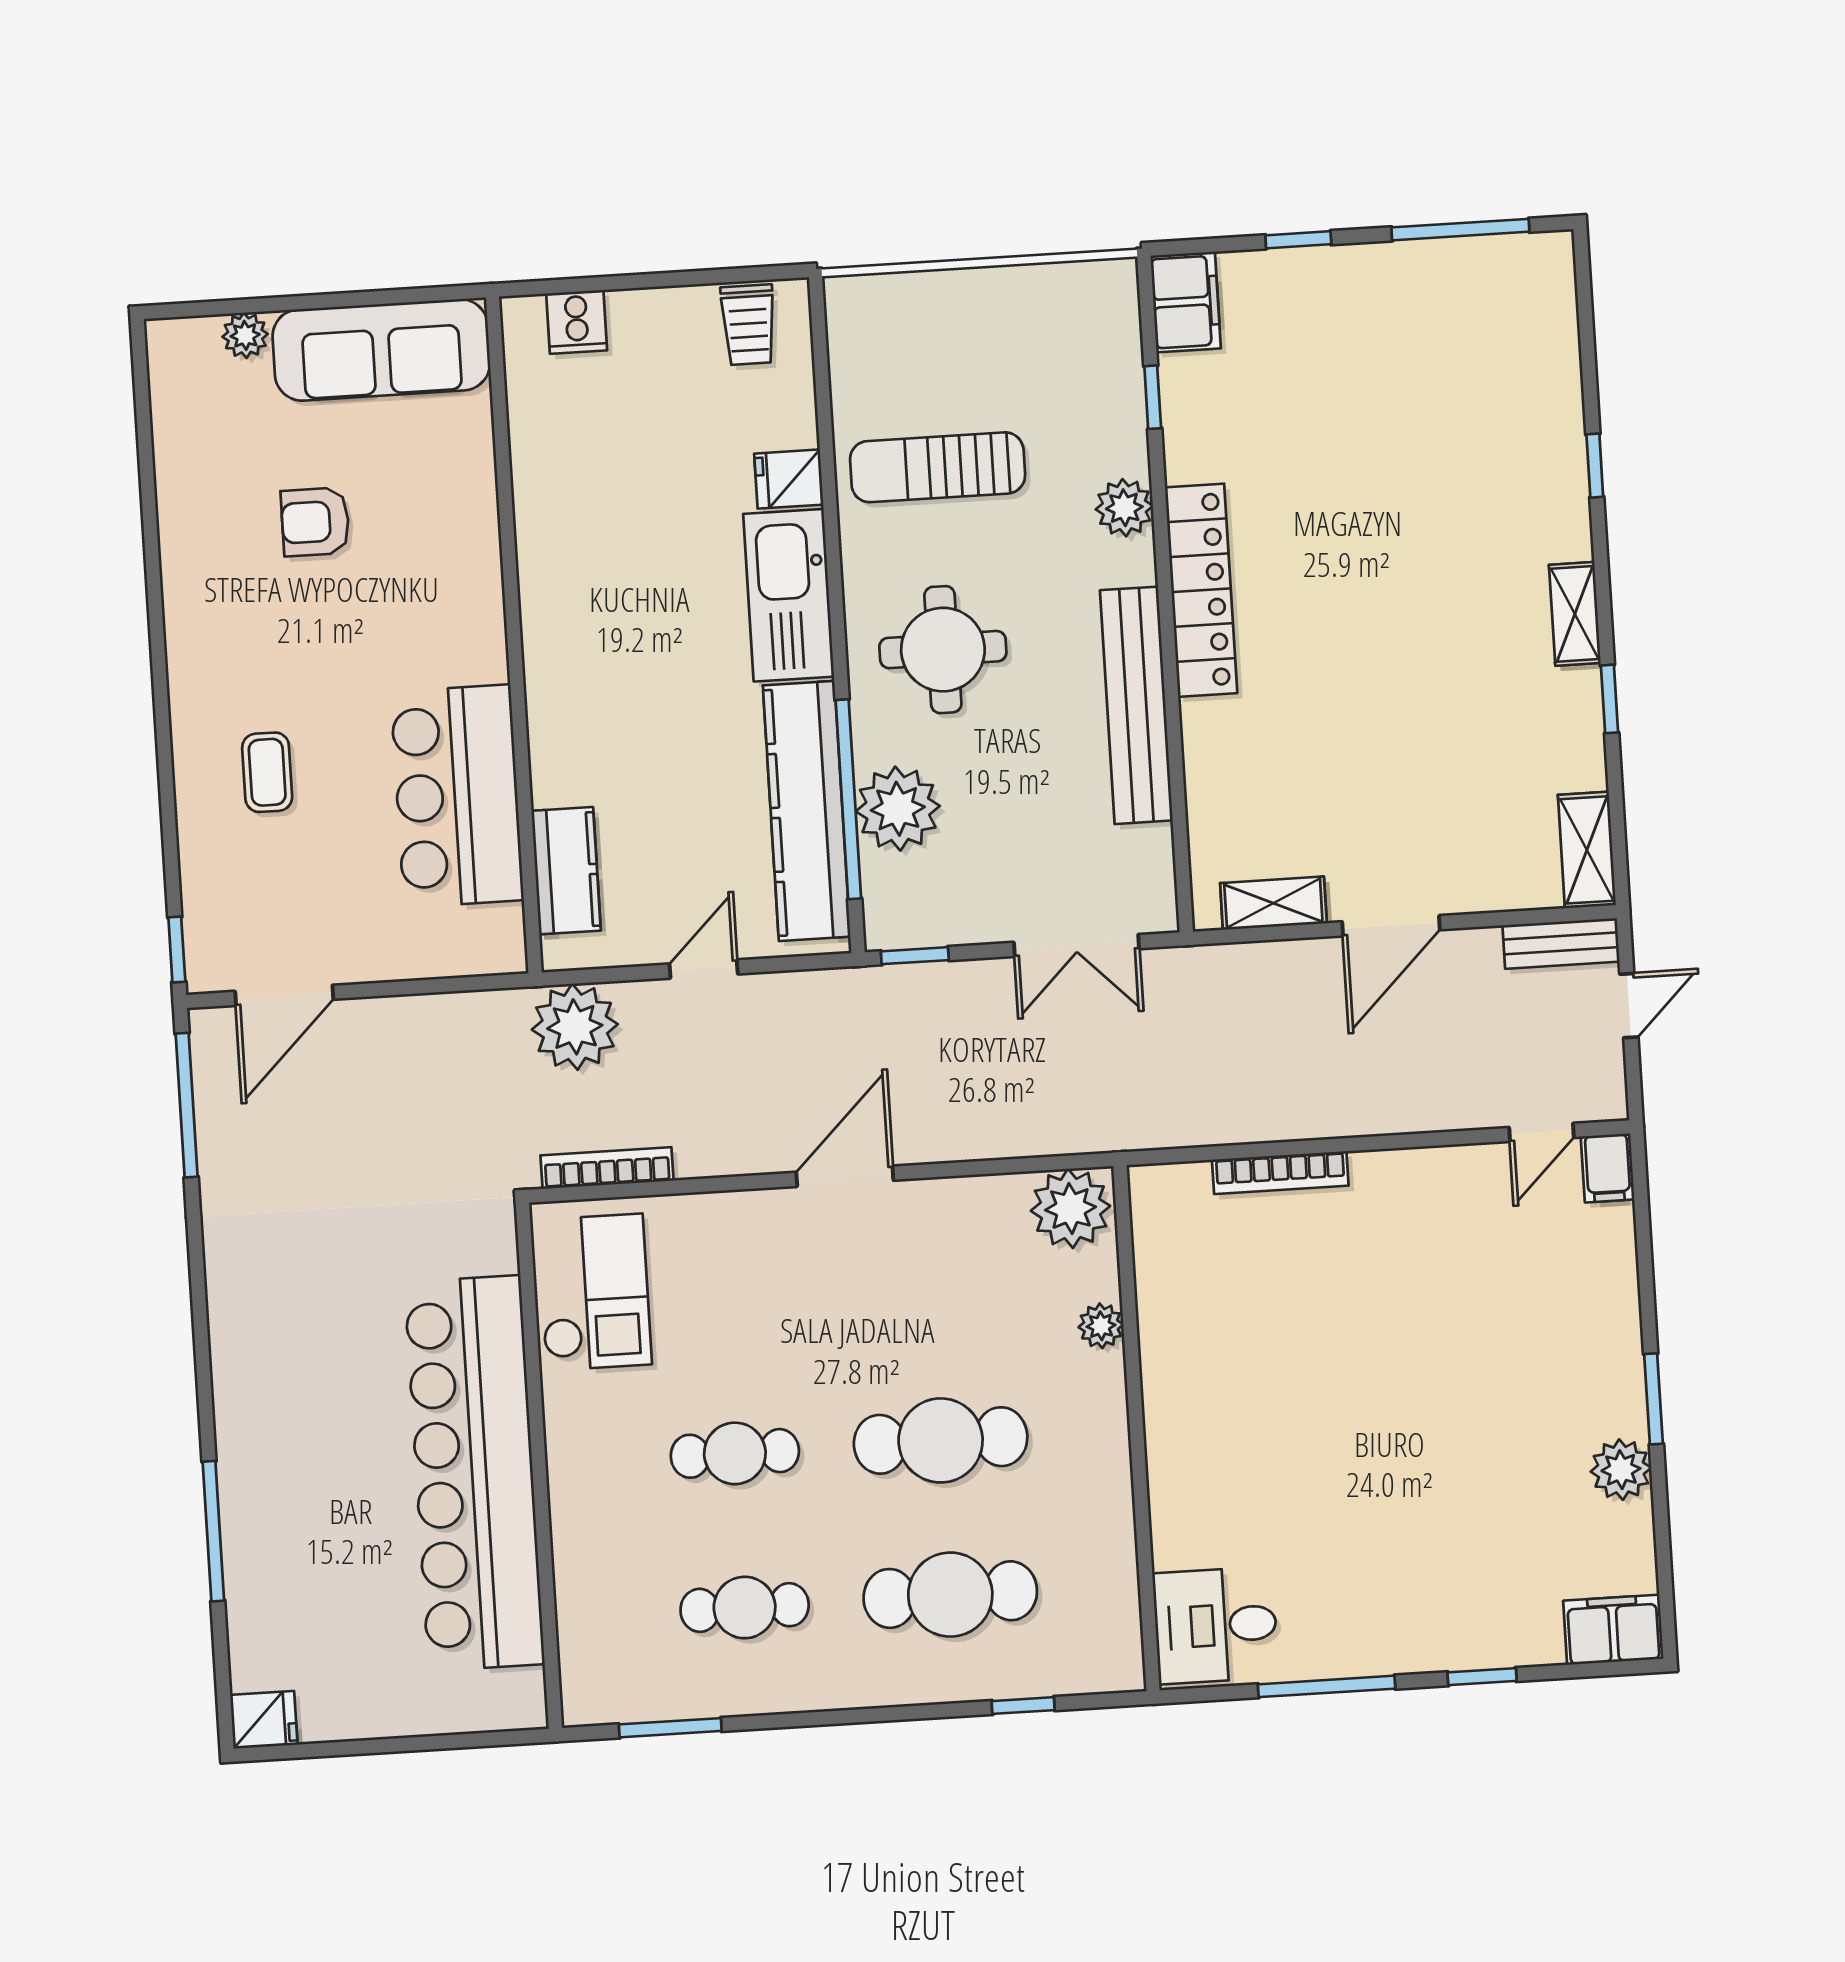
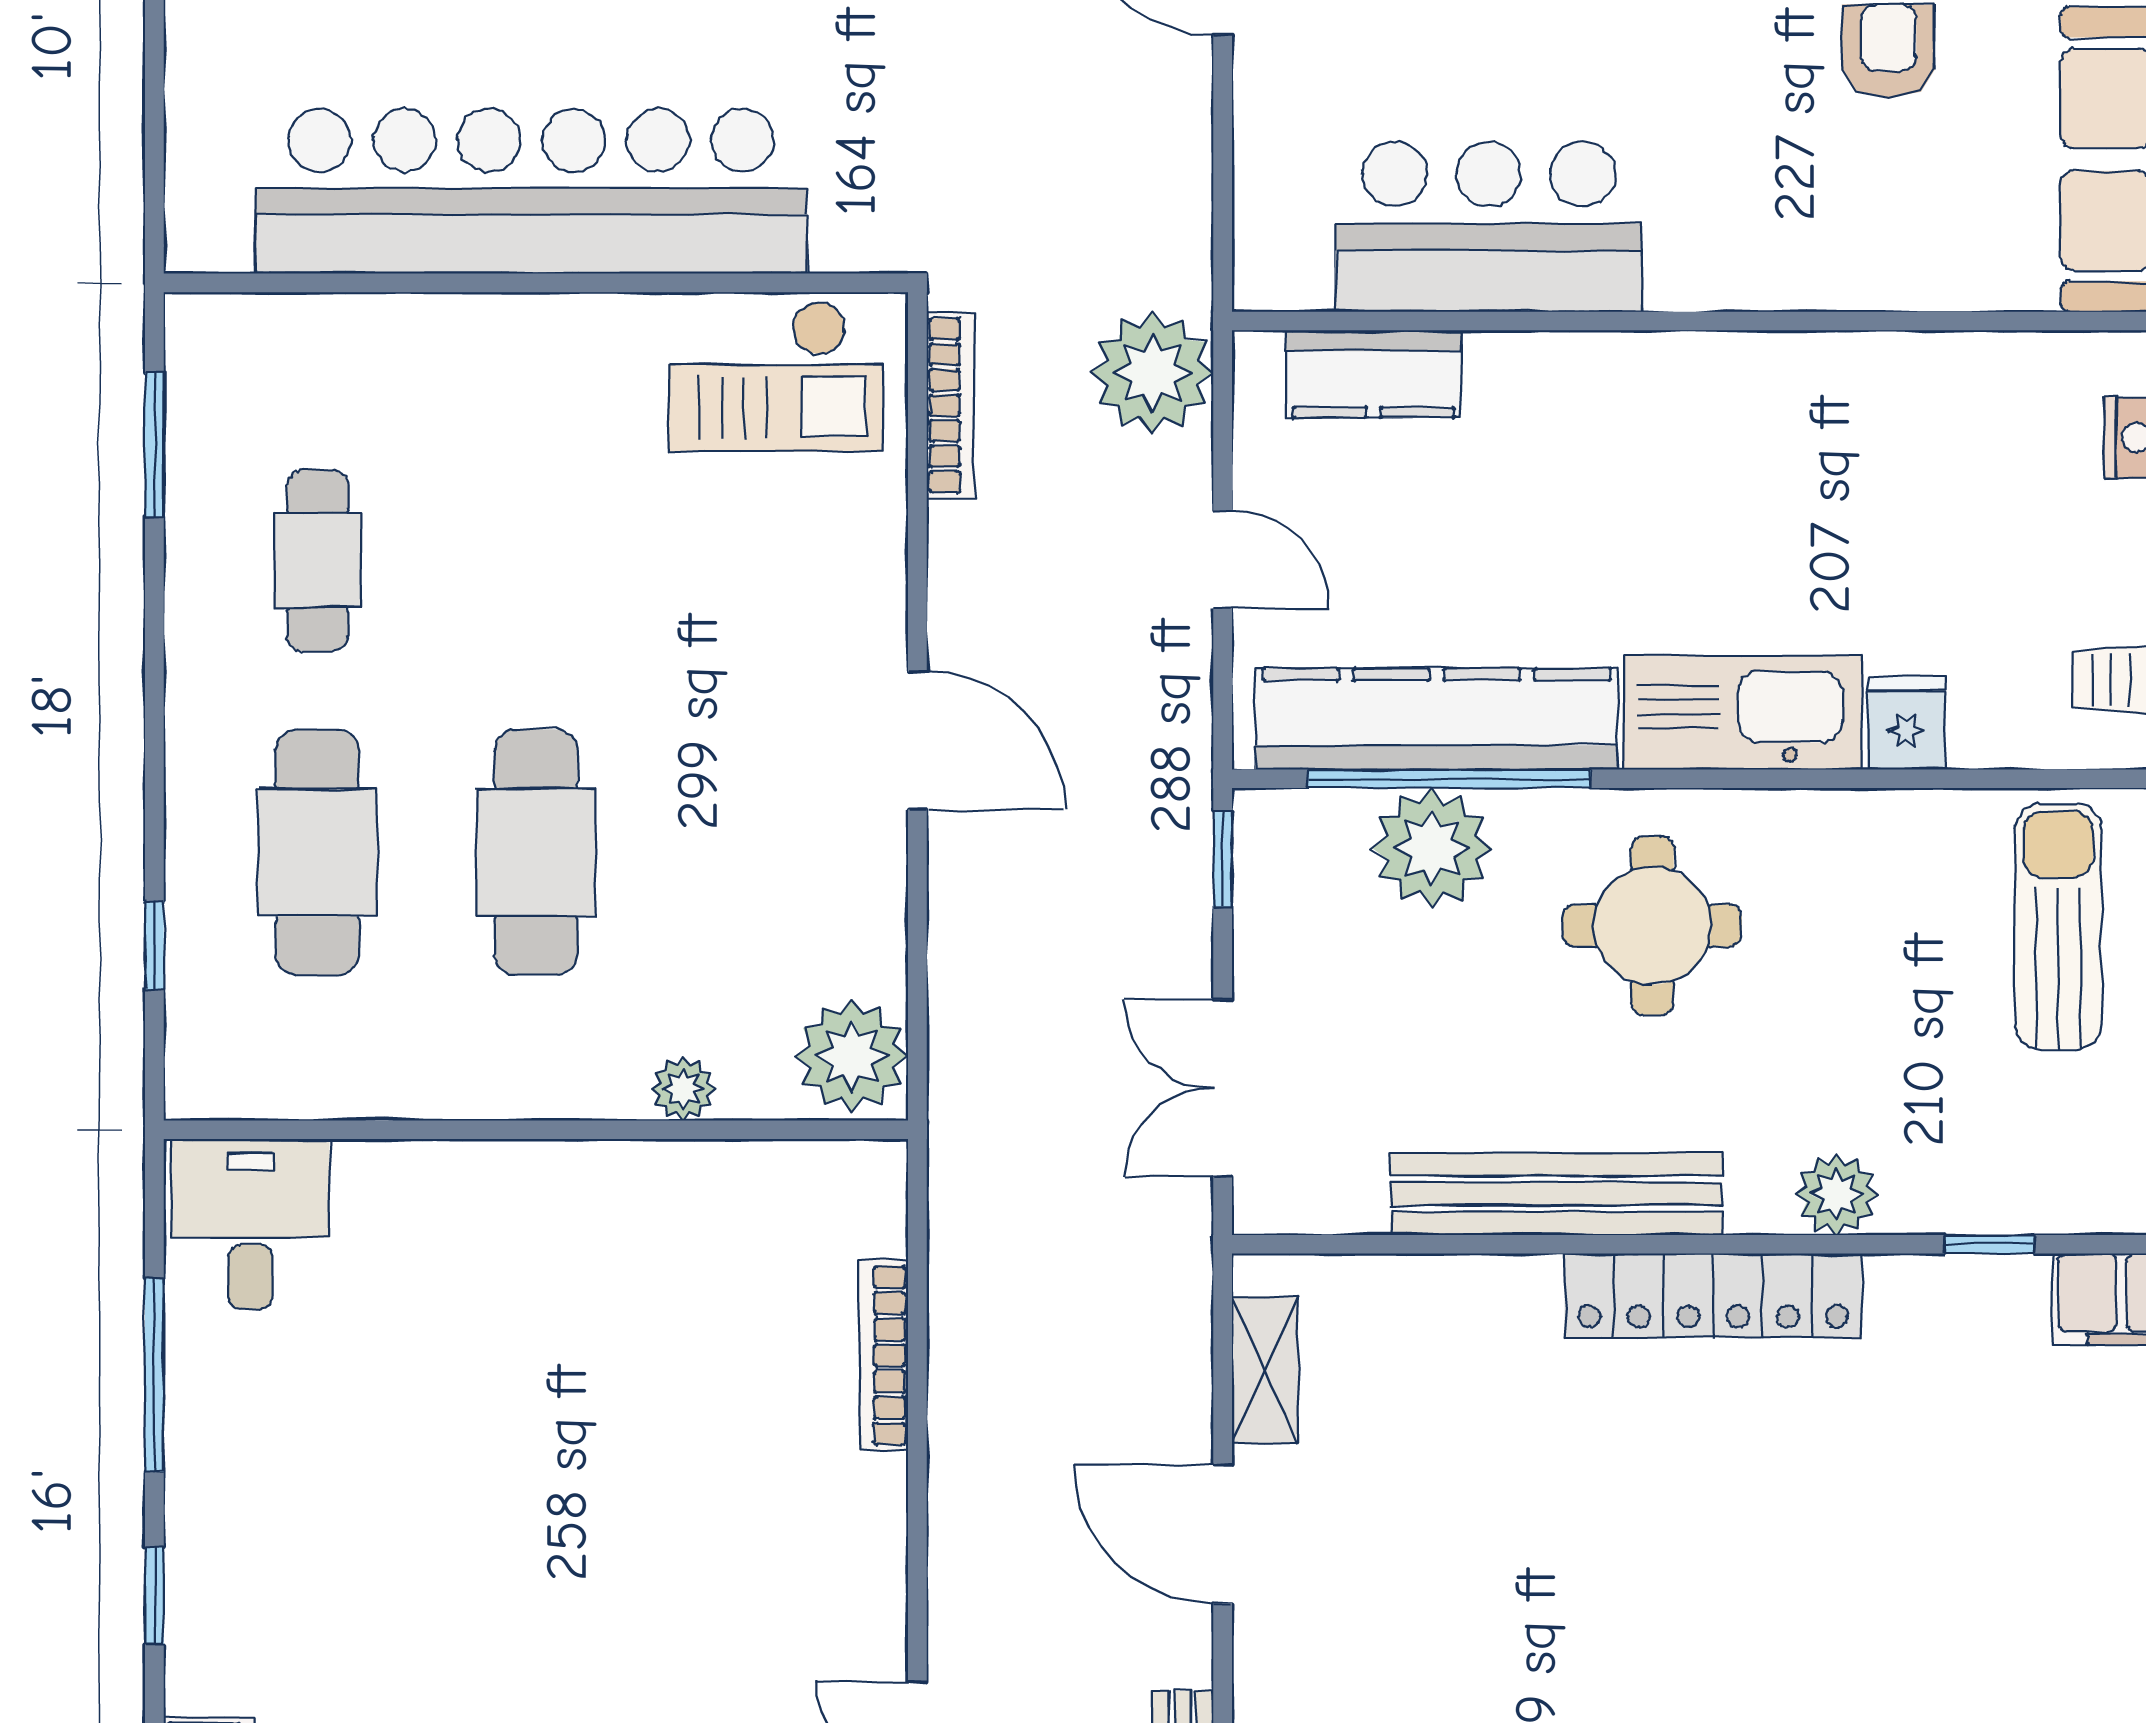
sun lounger: (938, 467) -> (2058, 927), moved
cafe table: (735, 1453) -> (536, 561), removed

